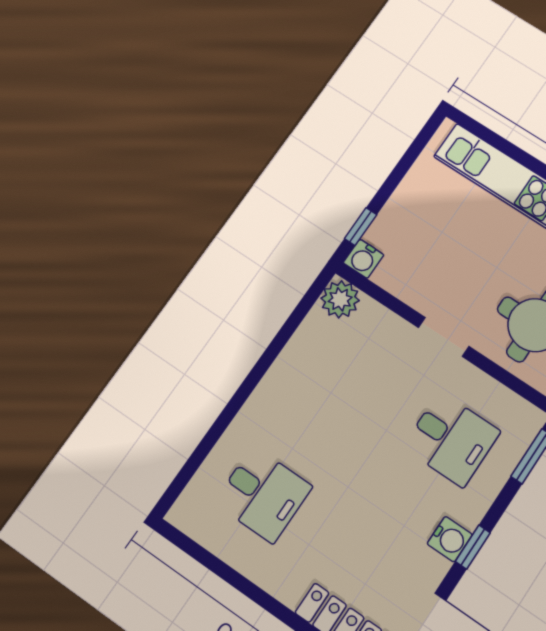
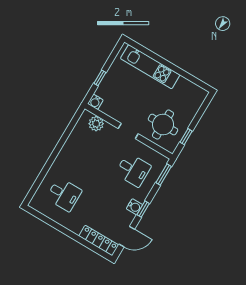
window: (361, 227) -> (100, 78), moved
plant: (340, 299) -> (96, 124), moved

